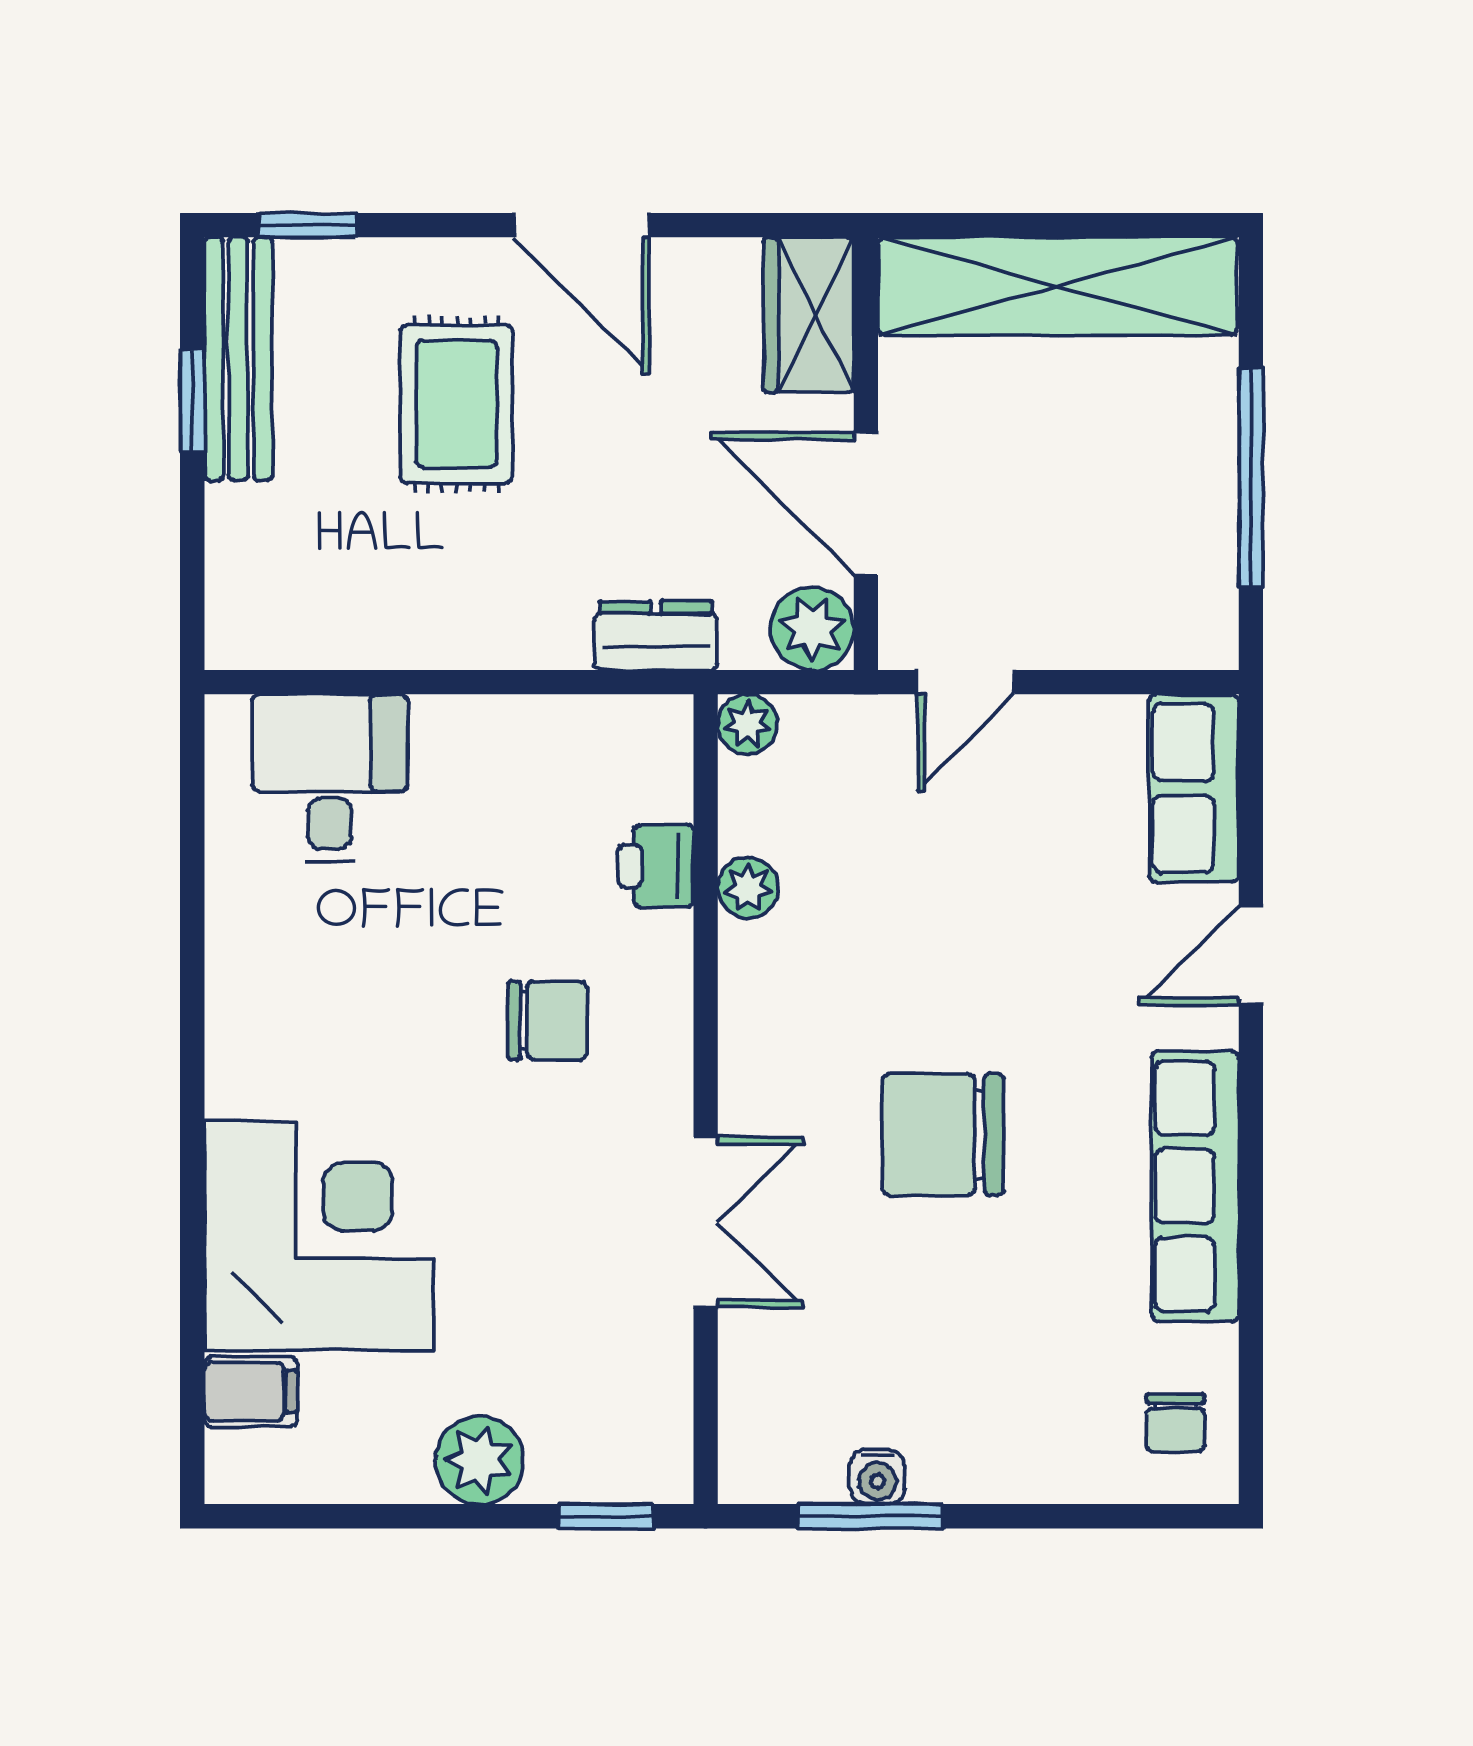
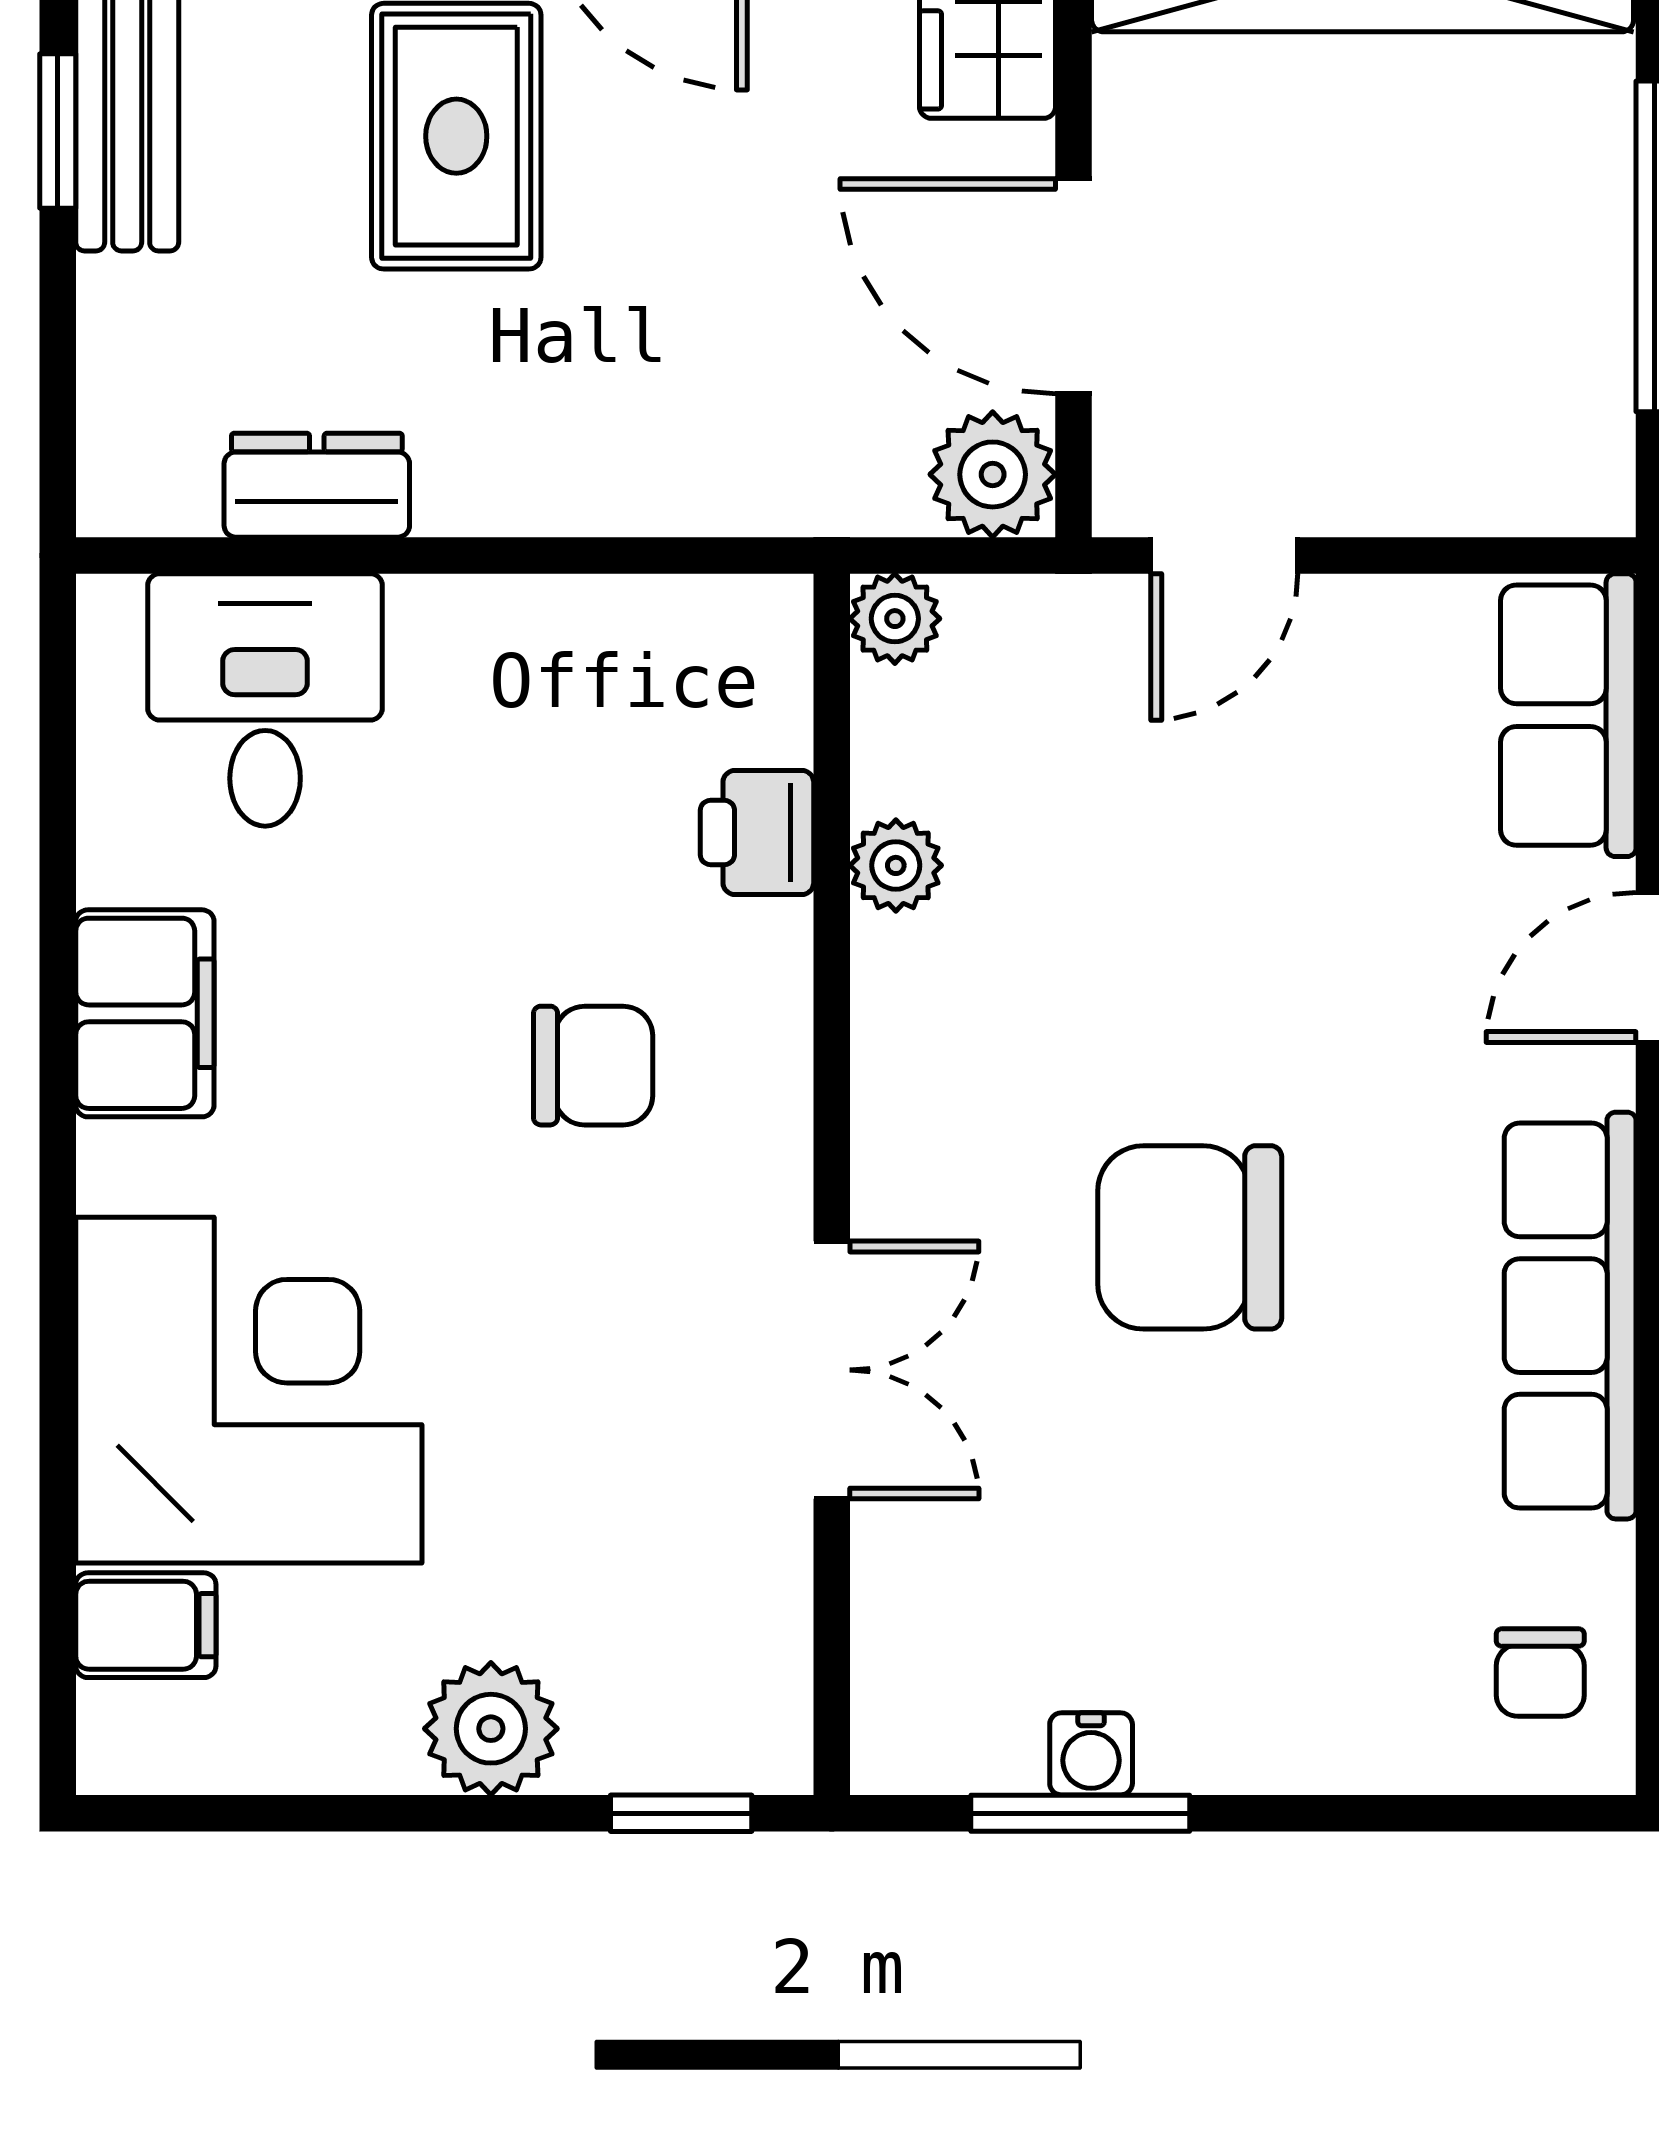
dresser: (656, 636) -> (317, 485), moved
filing cabinet: (250, 986) -> (145, 1013), added

